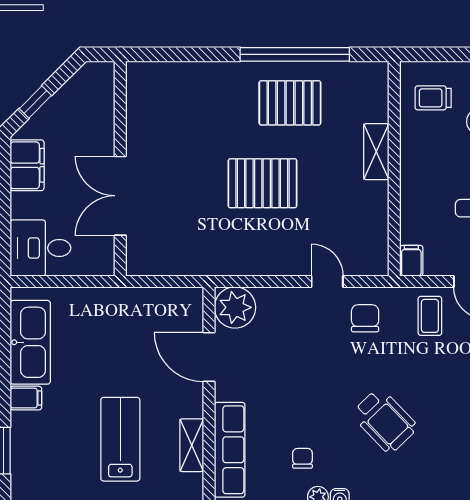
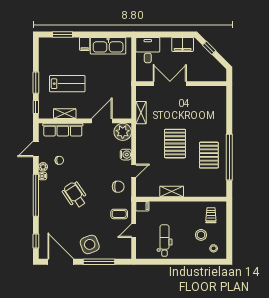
shelving: (376, 152) -> (172, 191), moved
shelving: (189, 264) -> (141, 113), added
water cooler: (289, 300) -> (126, 155), added
wheelchair: (385, 421) -> (75, 195), turned 100

